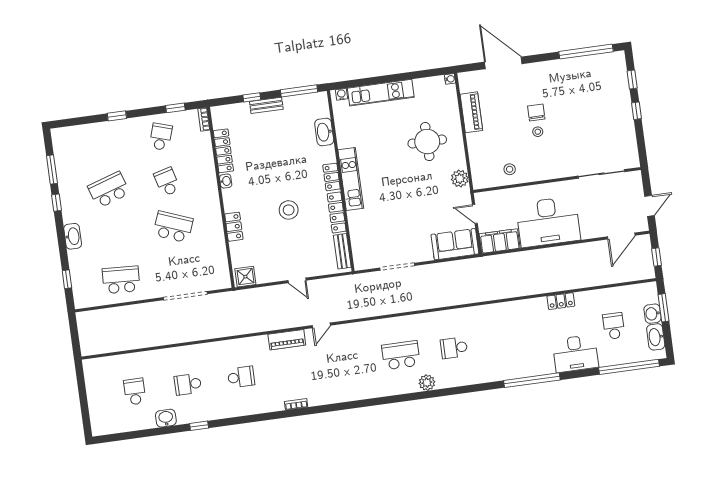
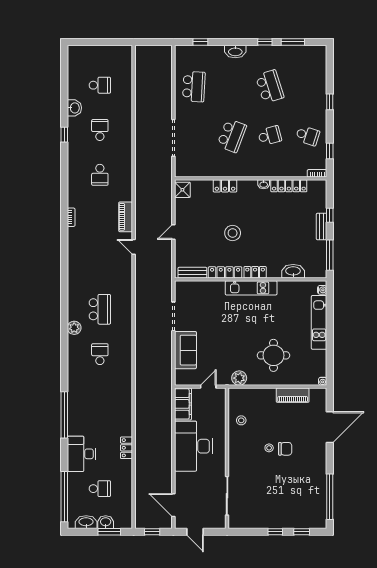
sofa: (455, 244) -> (185, 350), moved

